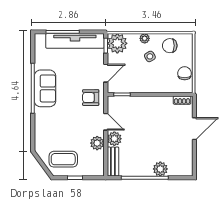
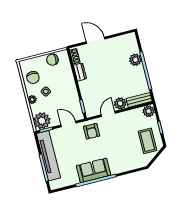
dresser: (162, 102) -> (80, 72), added
plant: (97, 143) -> (149, 111), moved

